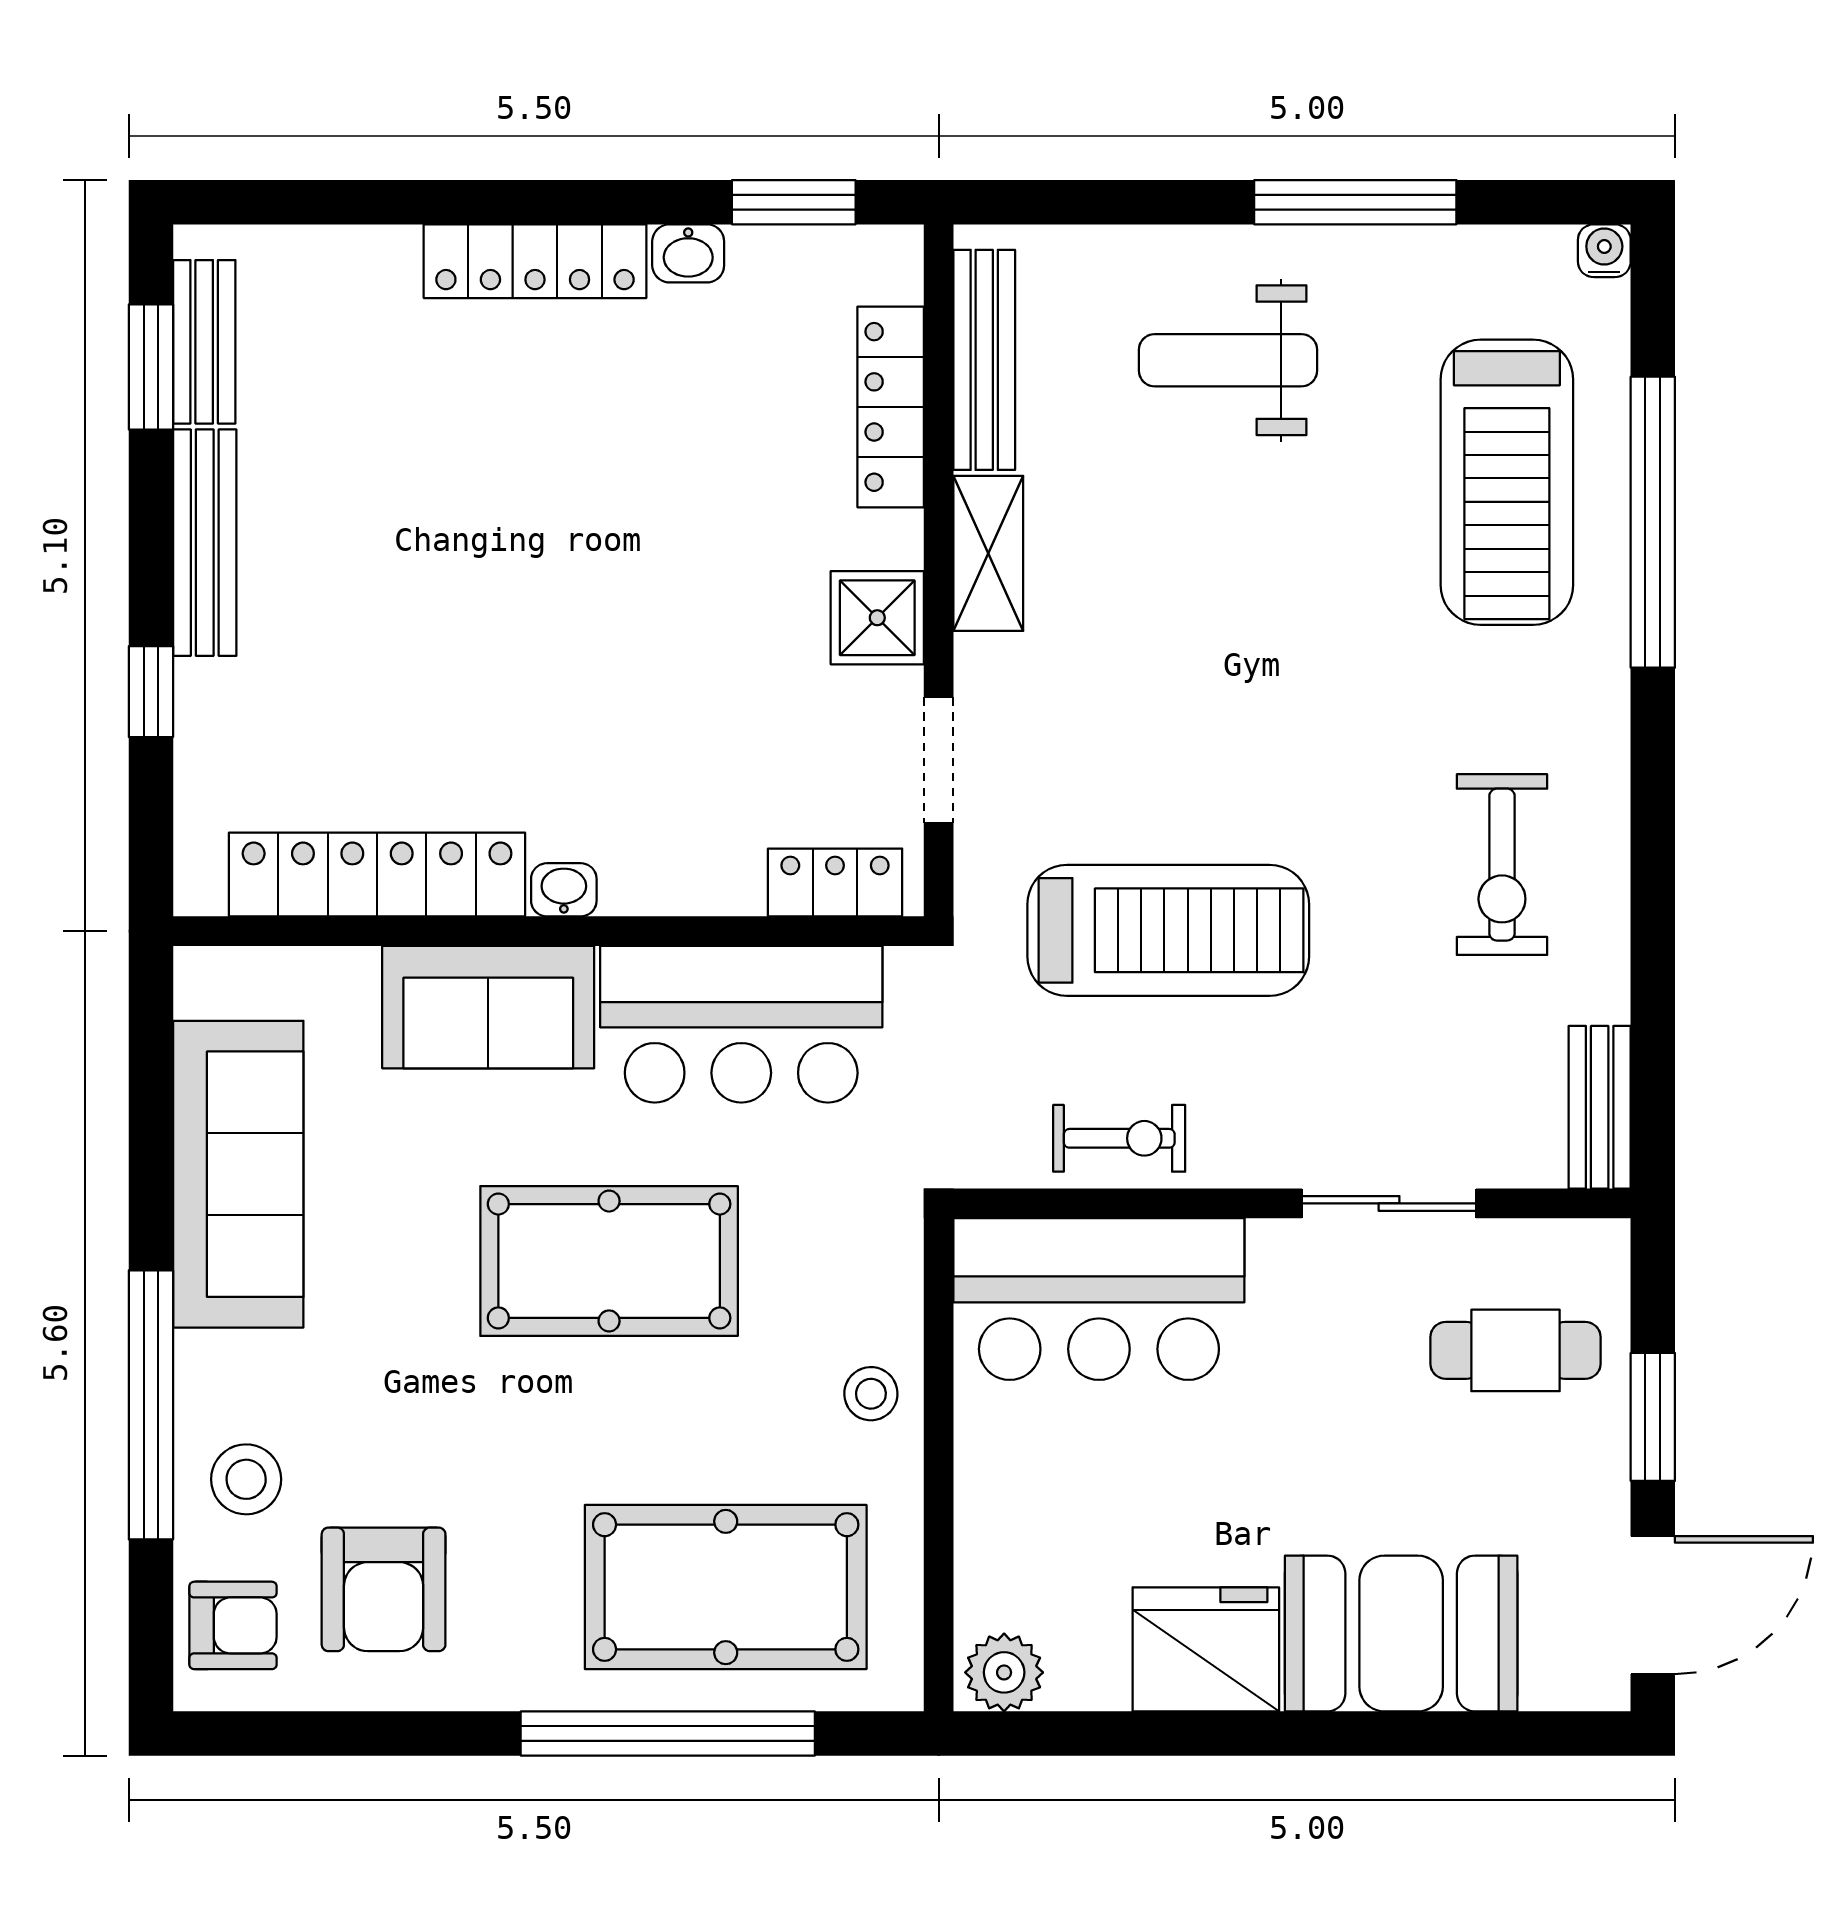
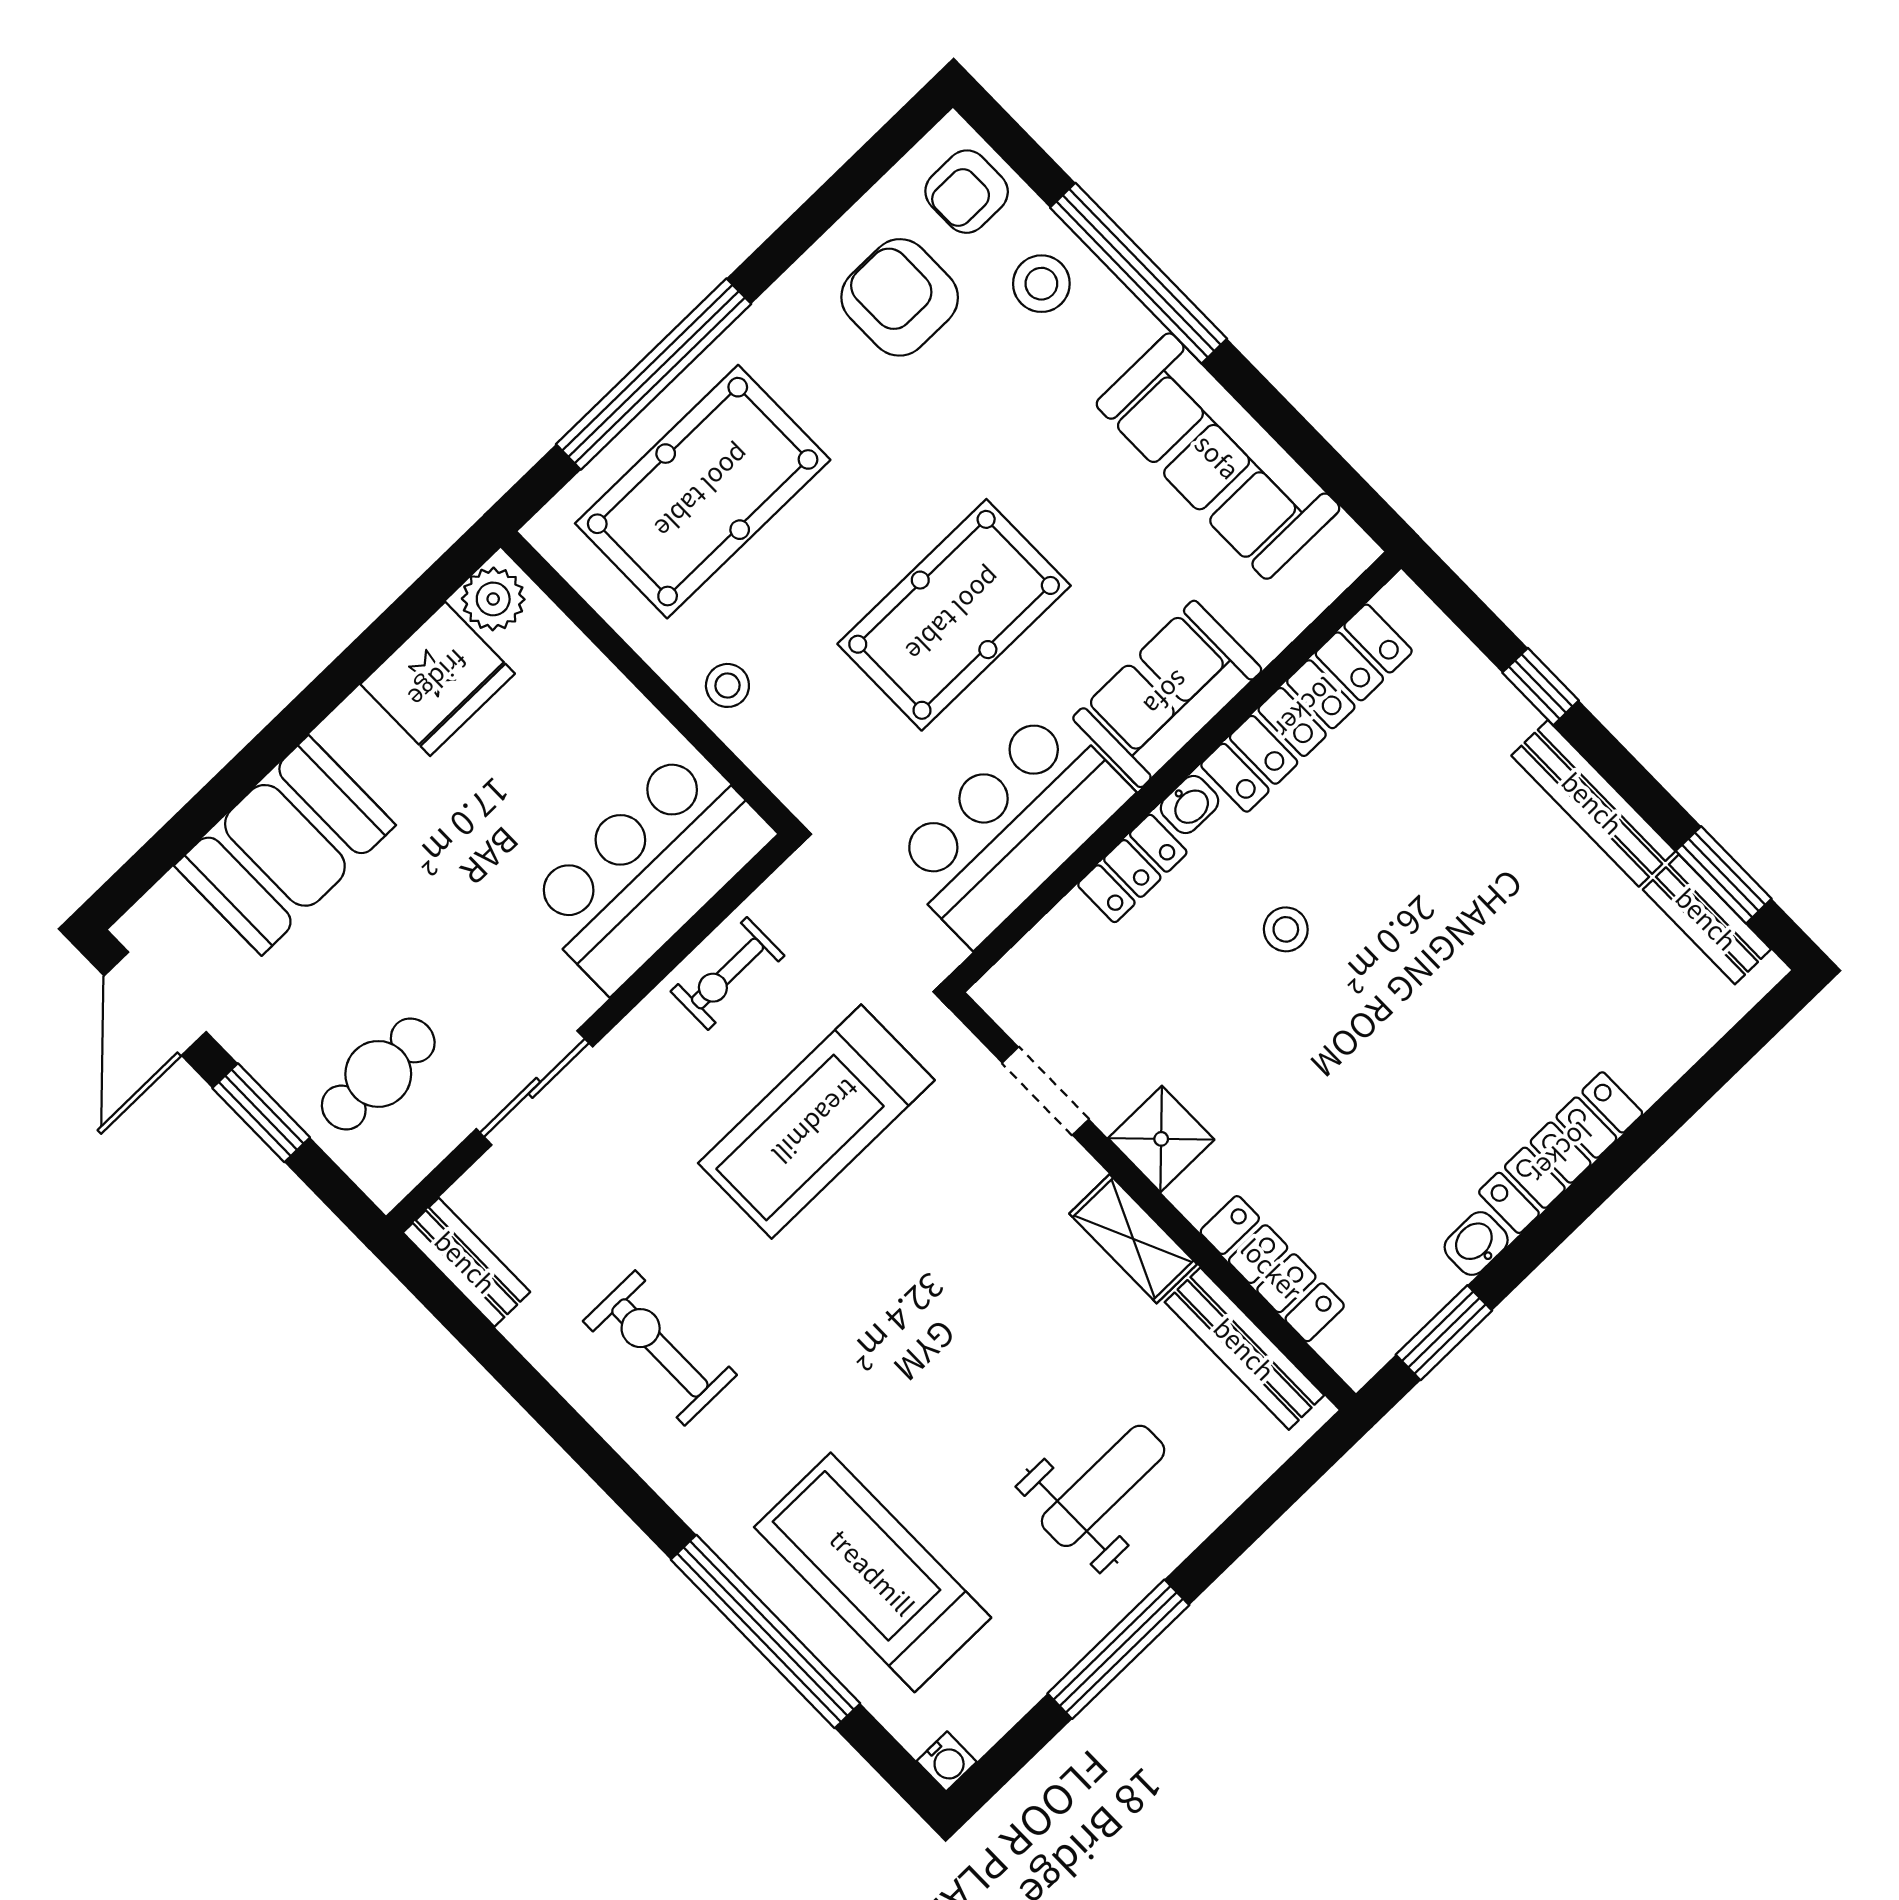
stool: (586, 696) -> (1286, 929), added
locker: (835, 882) -> (1132, 868), moved
fridge: (1206, 1649) -> (438, 679), moved

